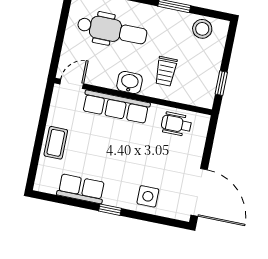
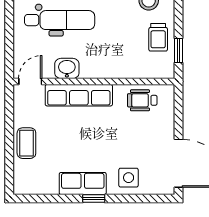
trolley: (166, 71) -> (158, 37), moved
washbasin: (130, 83) -> (67, 68), moved
row of seats: (81, 189) -> (83, 184), moved

